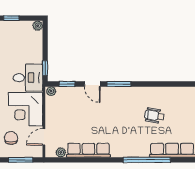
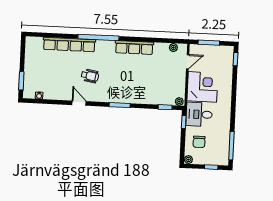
door: (92, 84) -> (79, 103), moved
chair: (11, 138) -> (199, 142), moved
row of seats: (88, 150) -> (134, 48), moved

